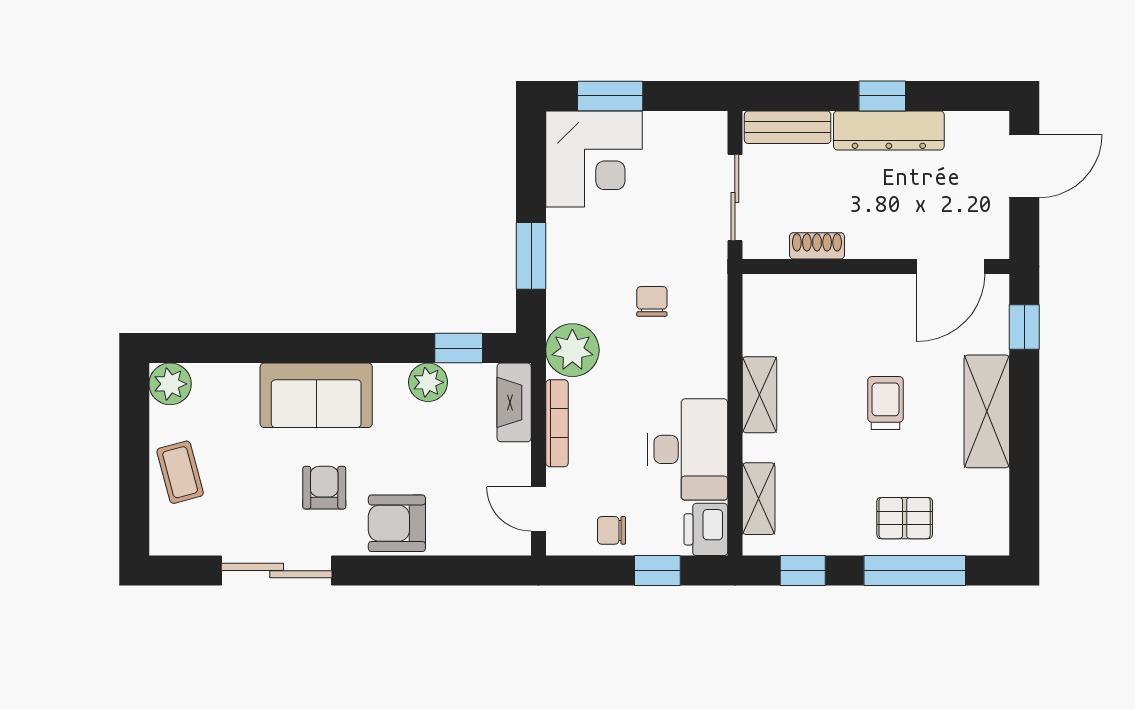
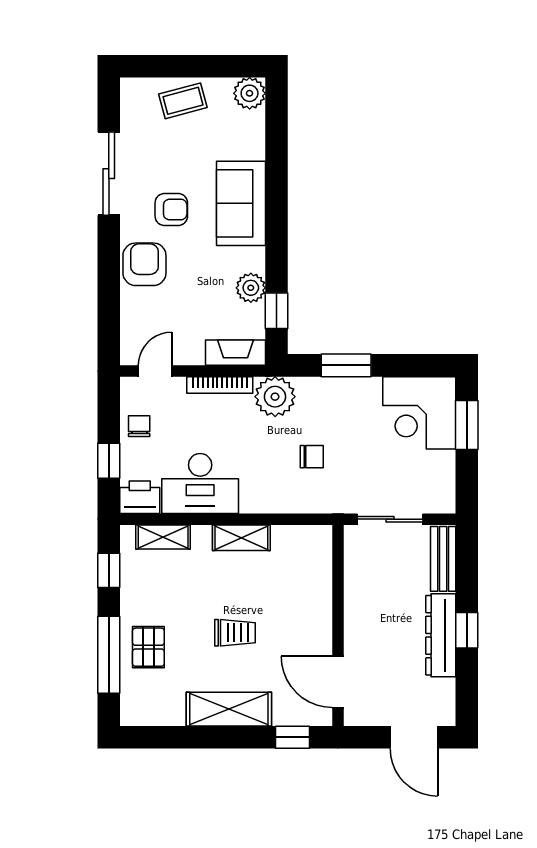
shoe rack: (817, 246) -> (354, 581), removed

